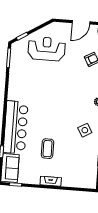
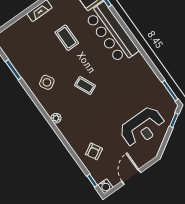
coffee table: (62, 107) -> (85, 86), added

